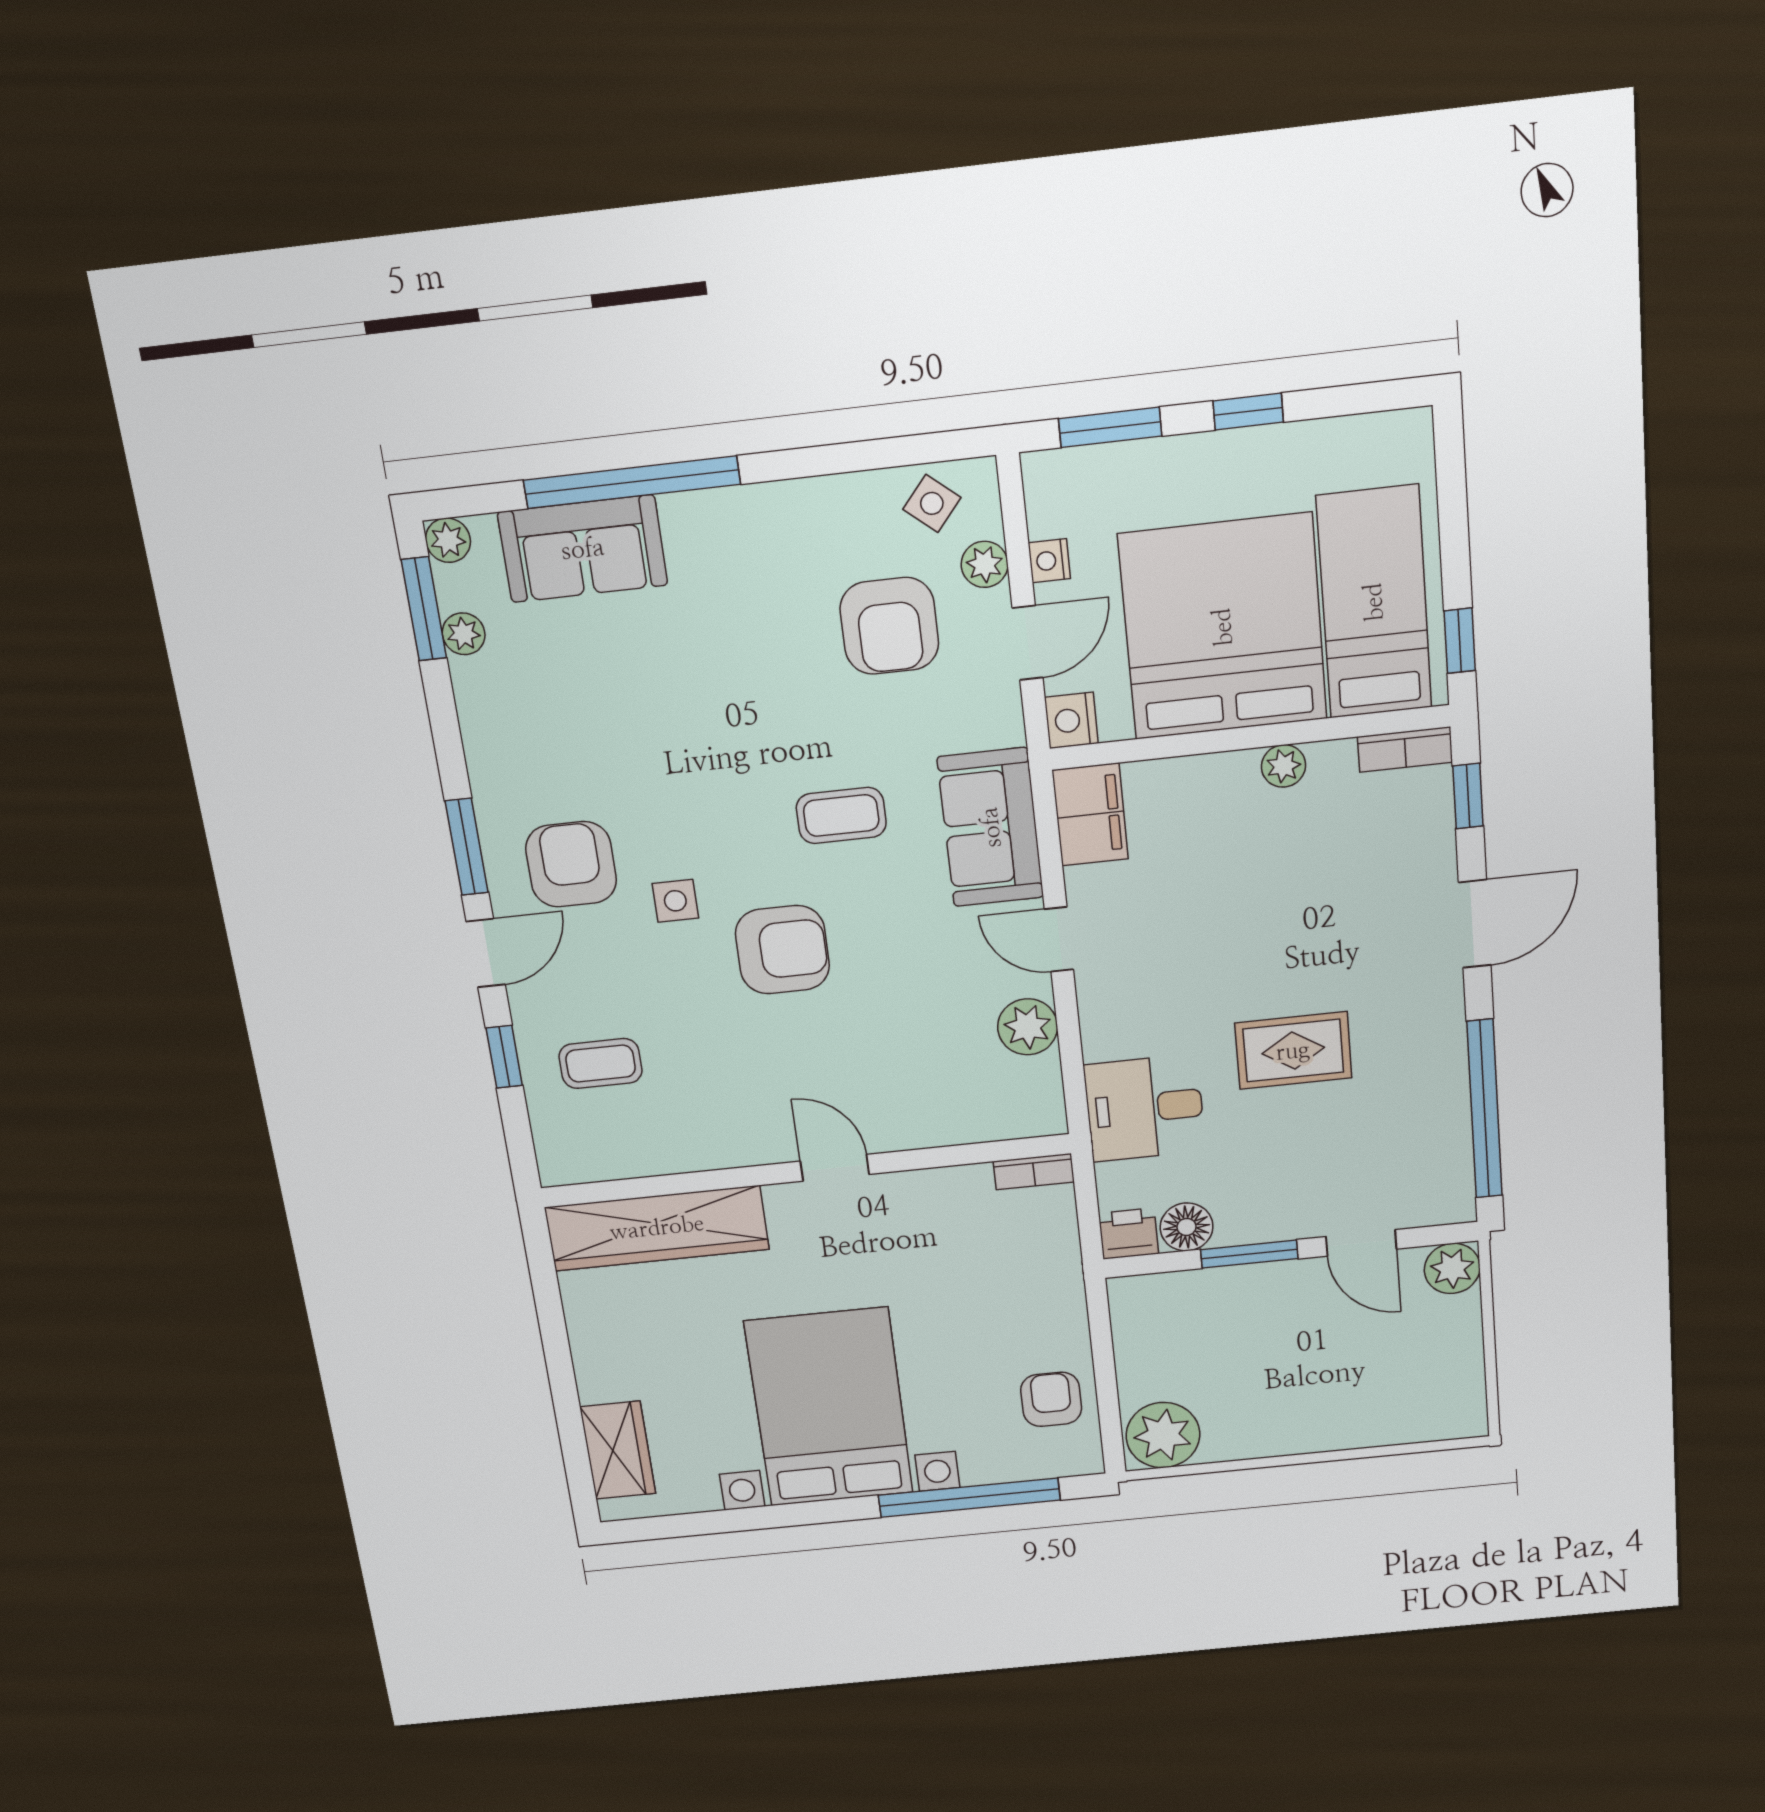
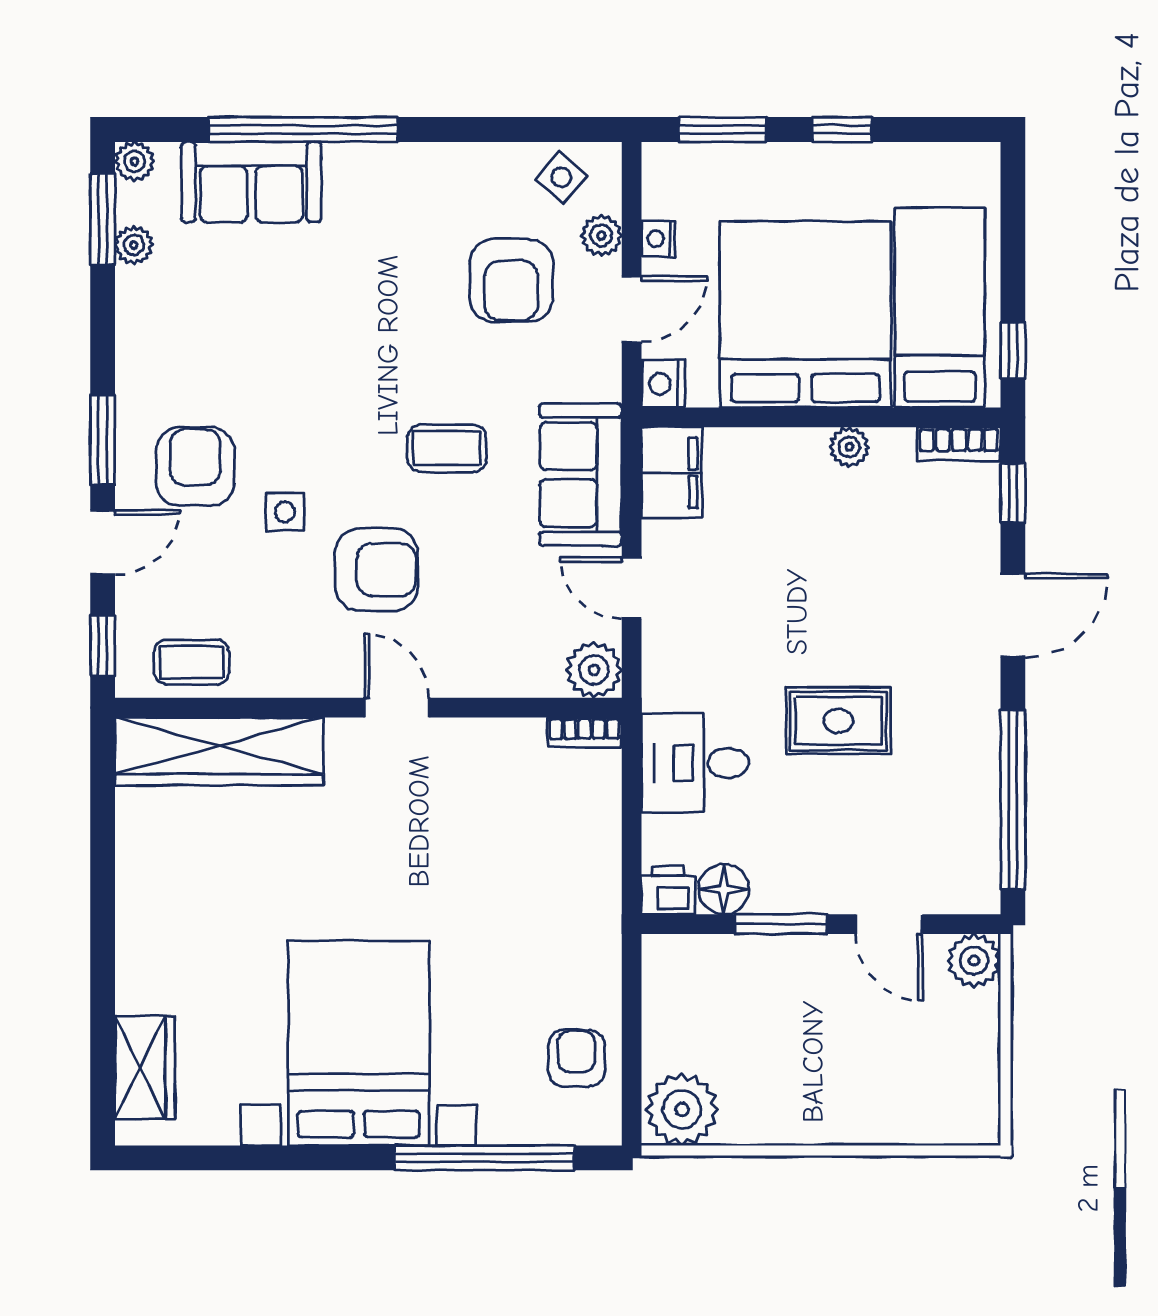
door: (835, 1168) -> (397, 708), moved
wall: (805, 1171) -> (368, 708), moved
bookcase: (1034, 1172) -> (584, 732), moved
wardrobe: (657, 1228) -> (219, 751), moved

